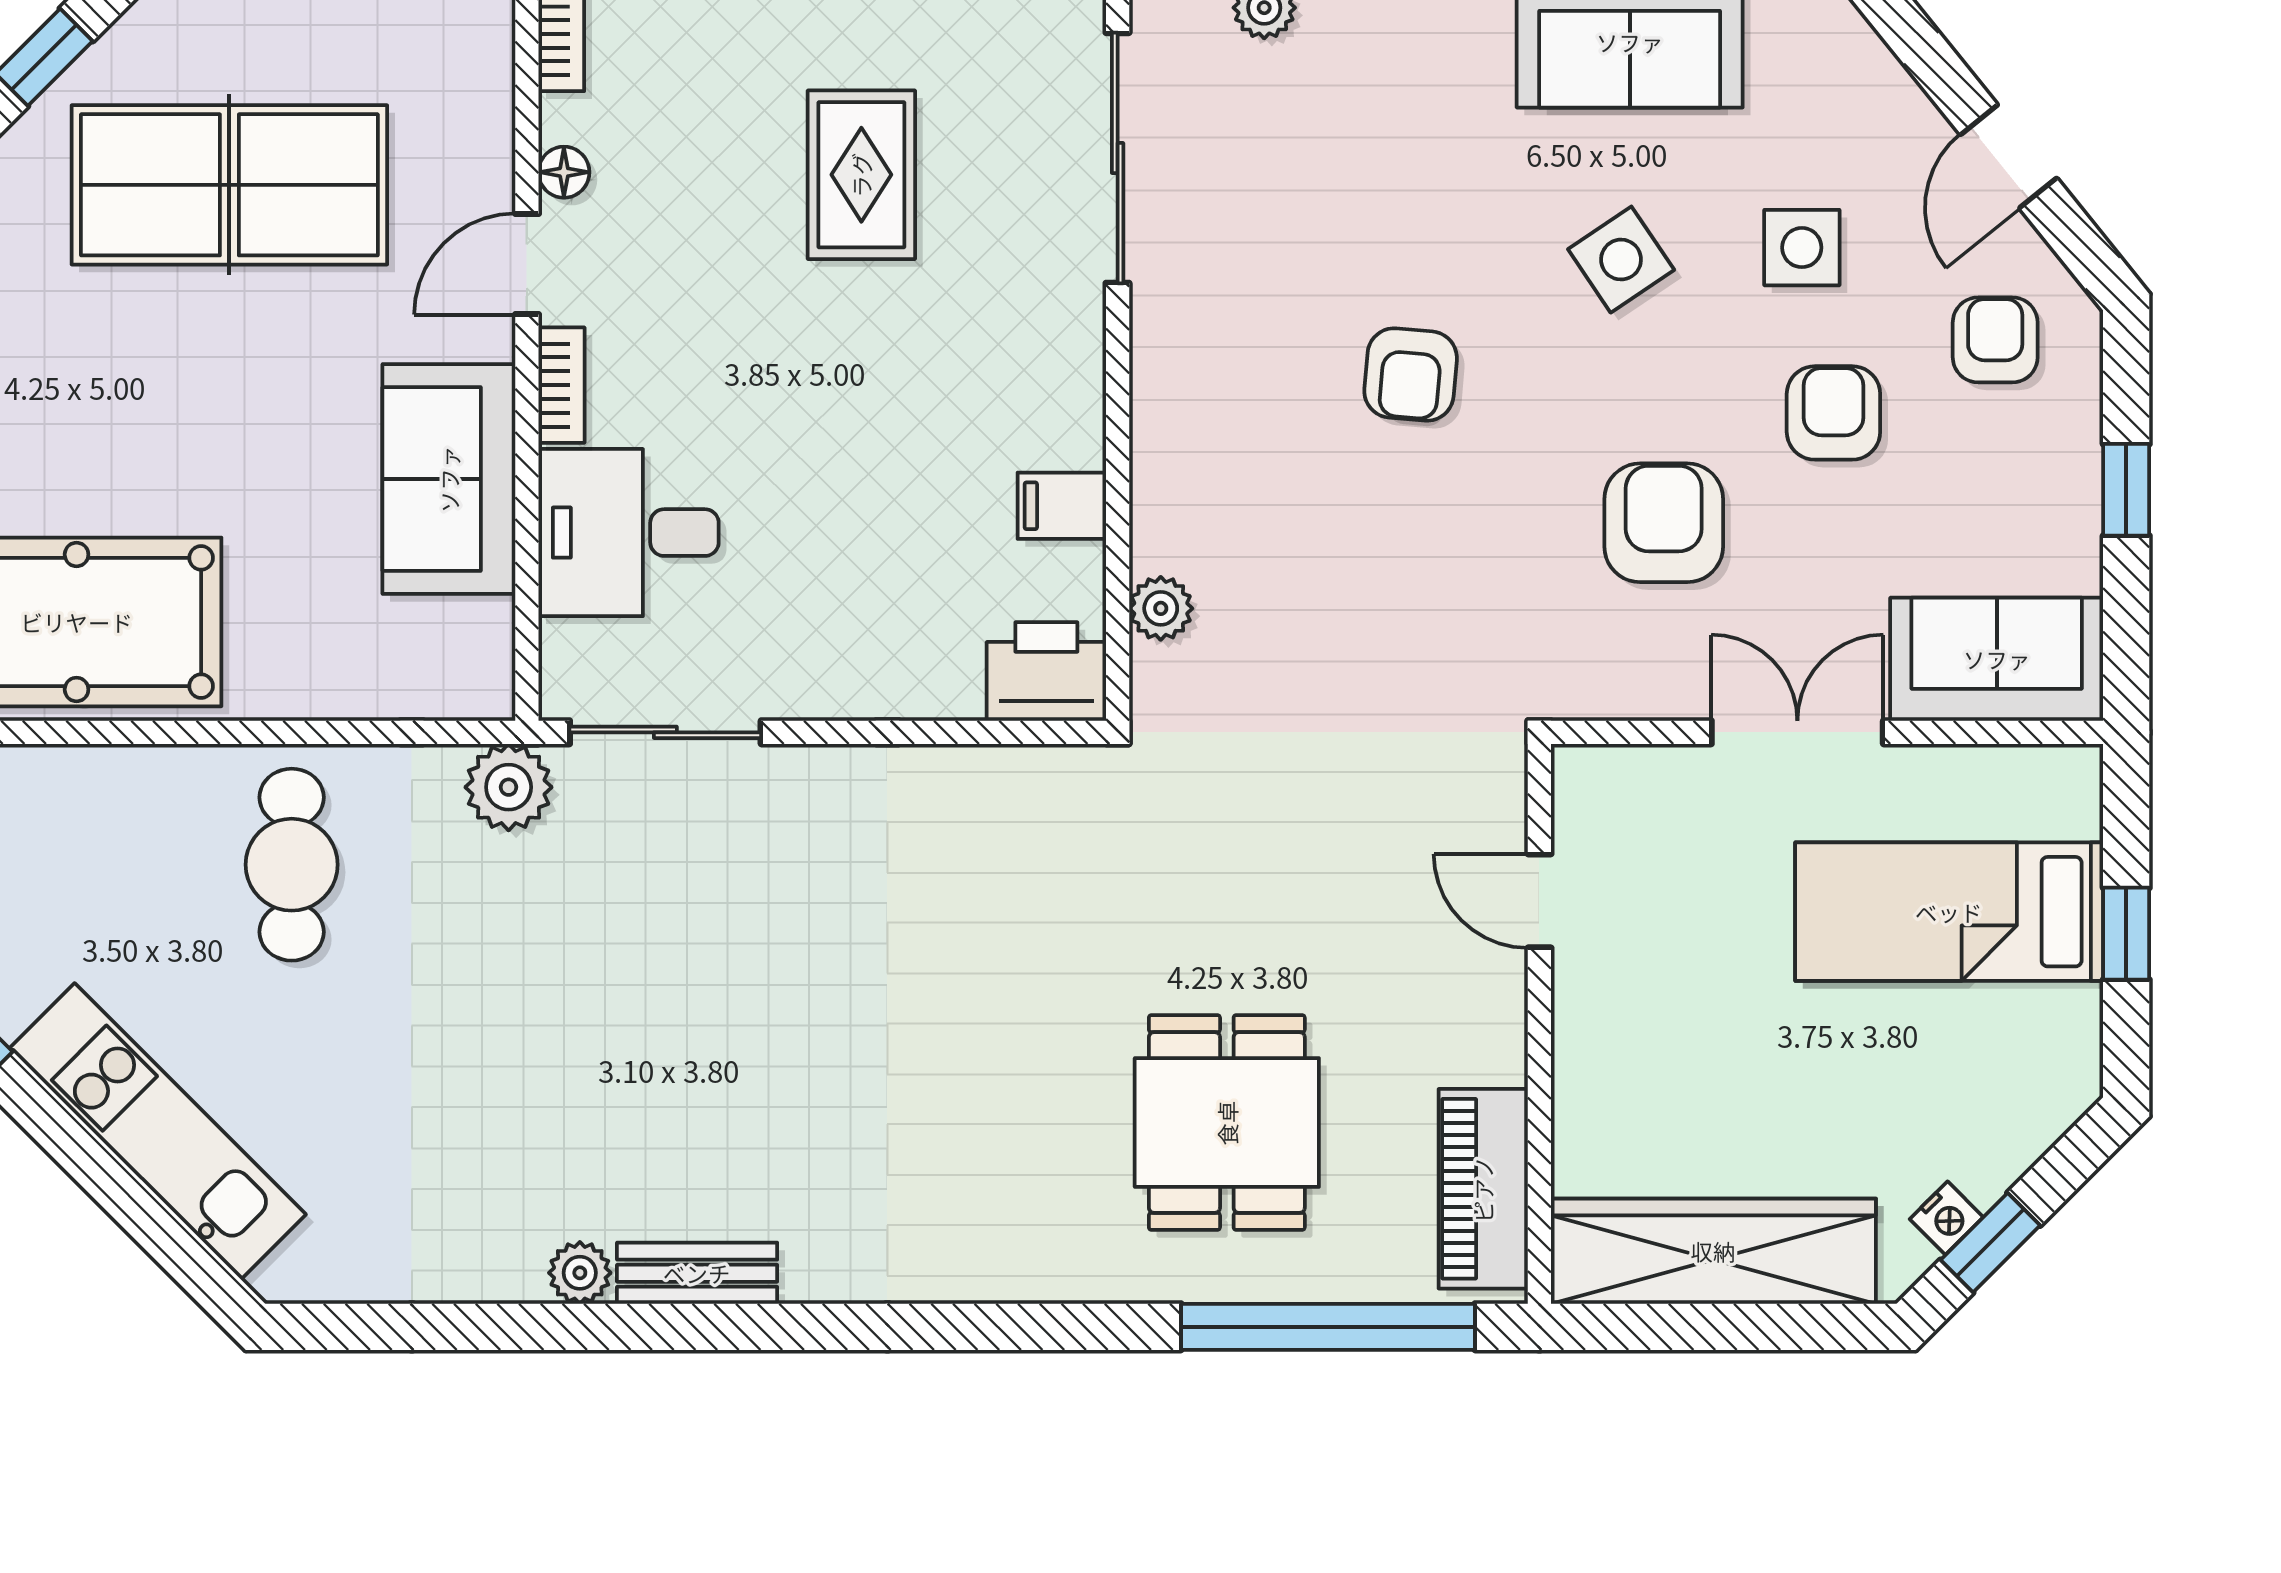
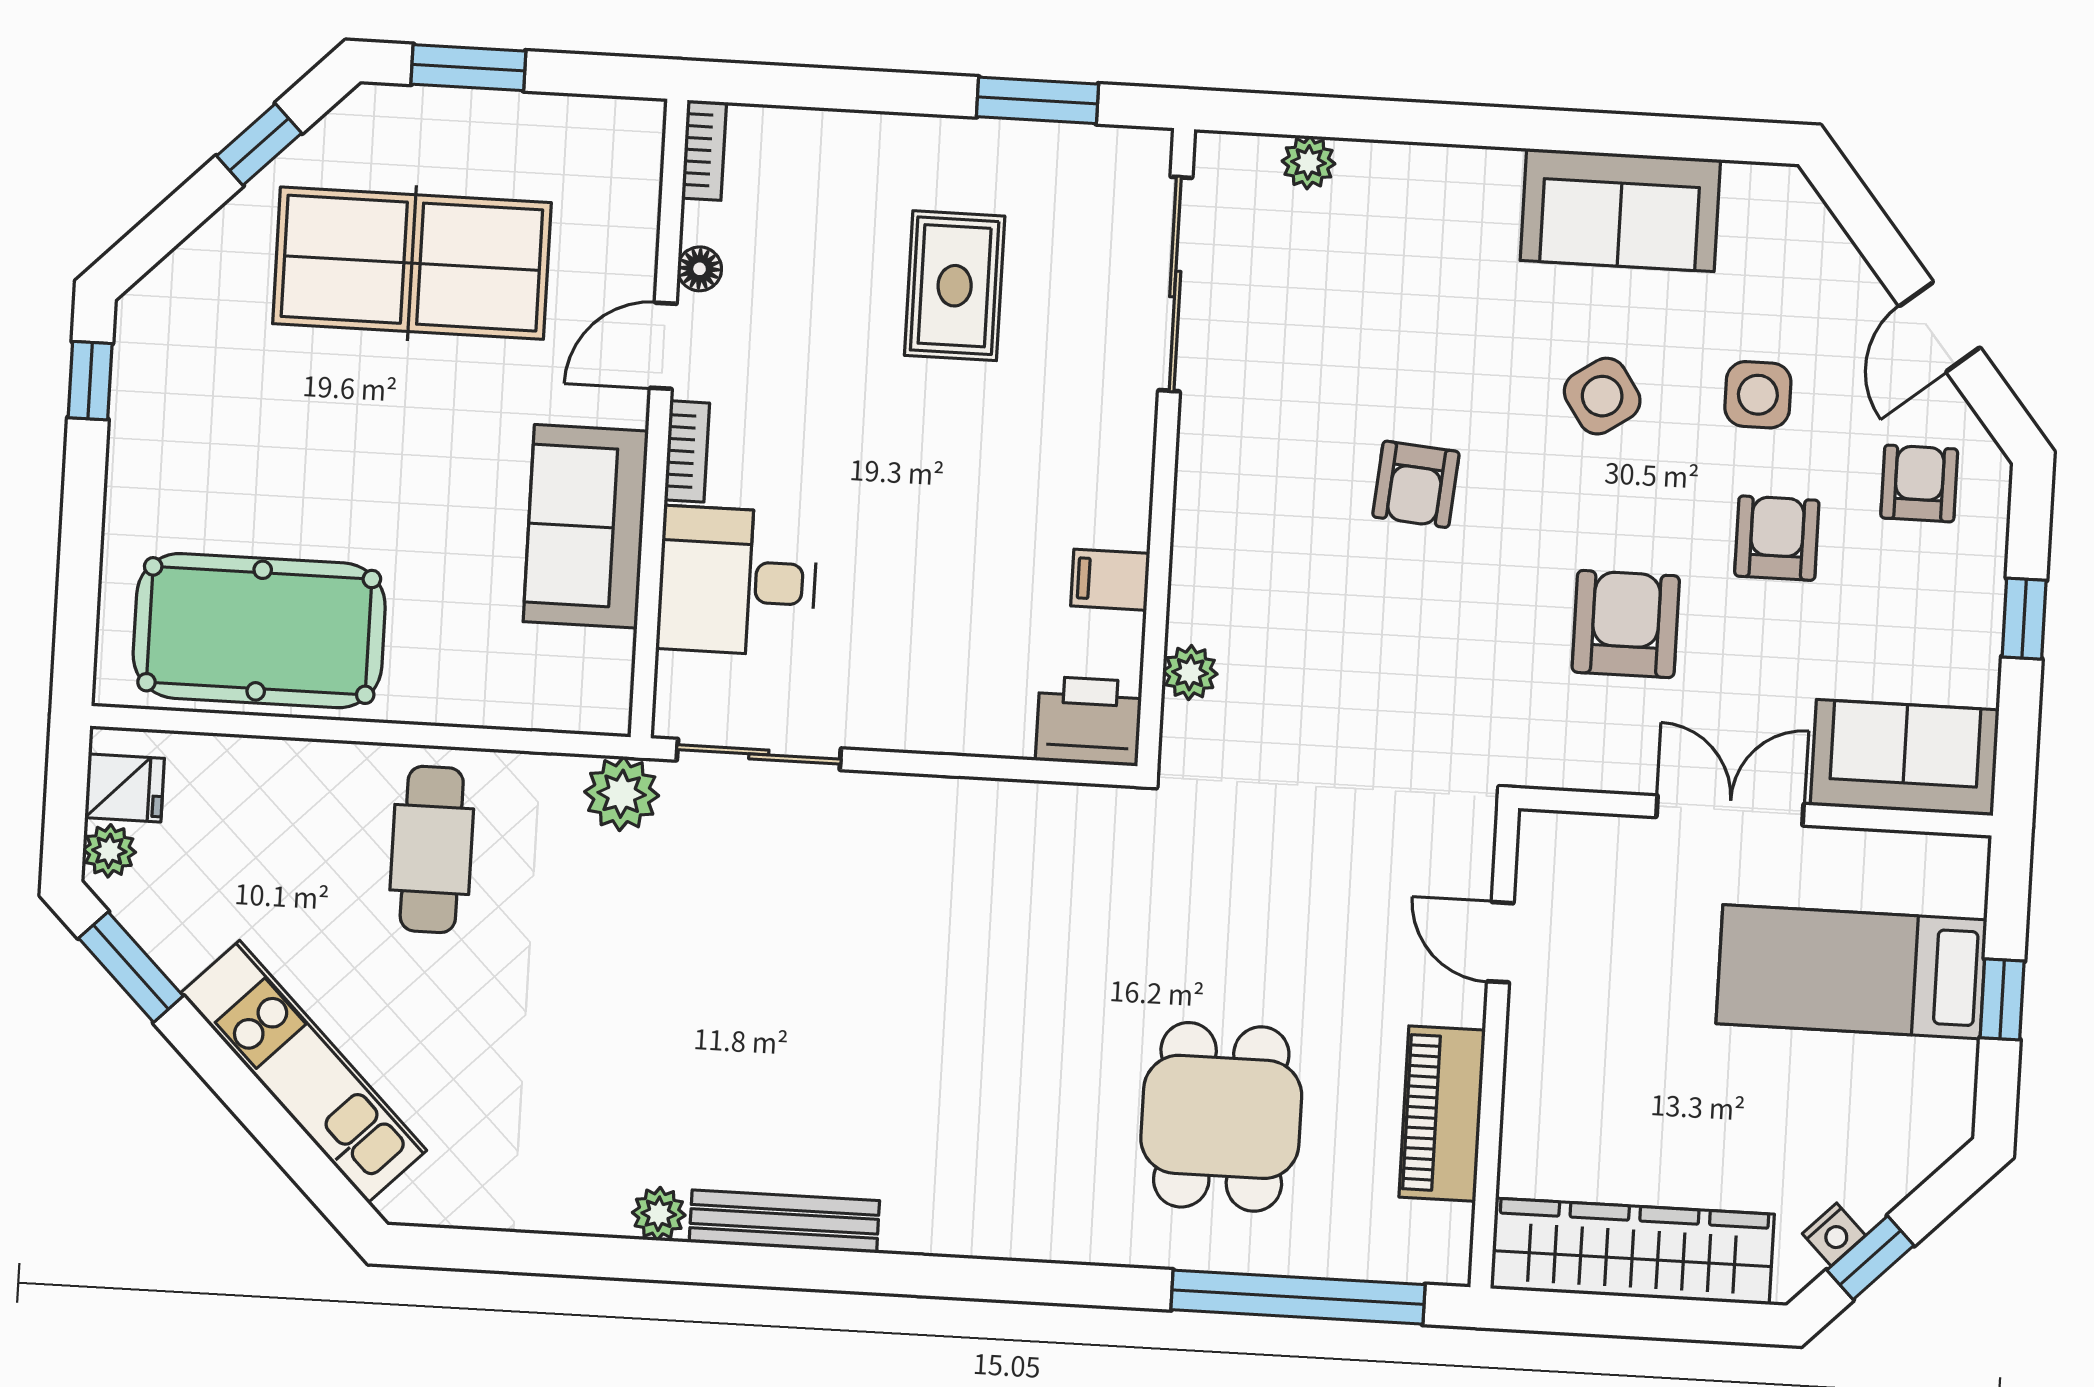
piano: (1483, 1189) -> (1442, 1114), moved
bench: (697, 1273) -> (784, 1221), width x1.36

